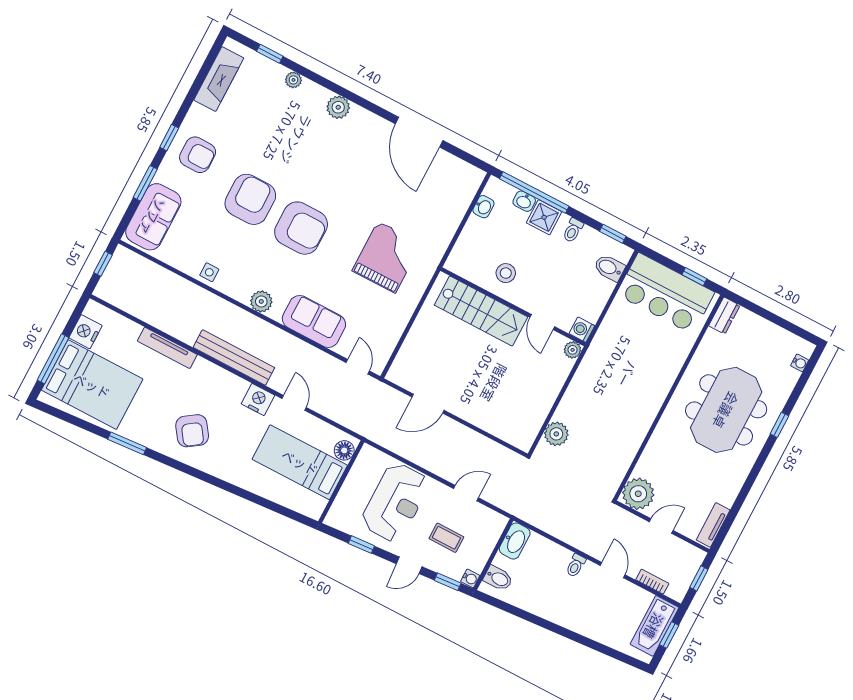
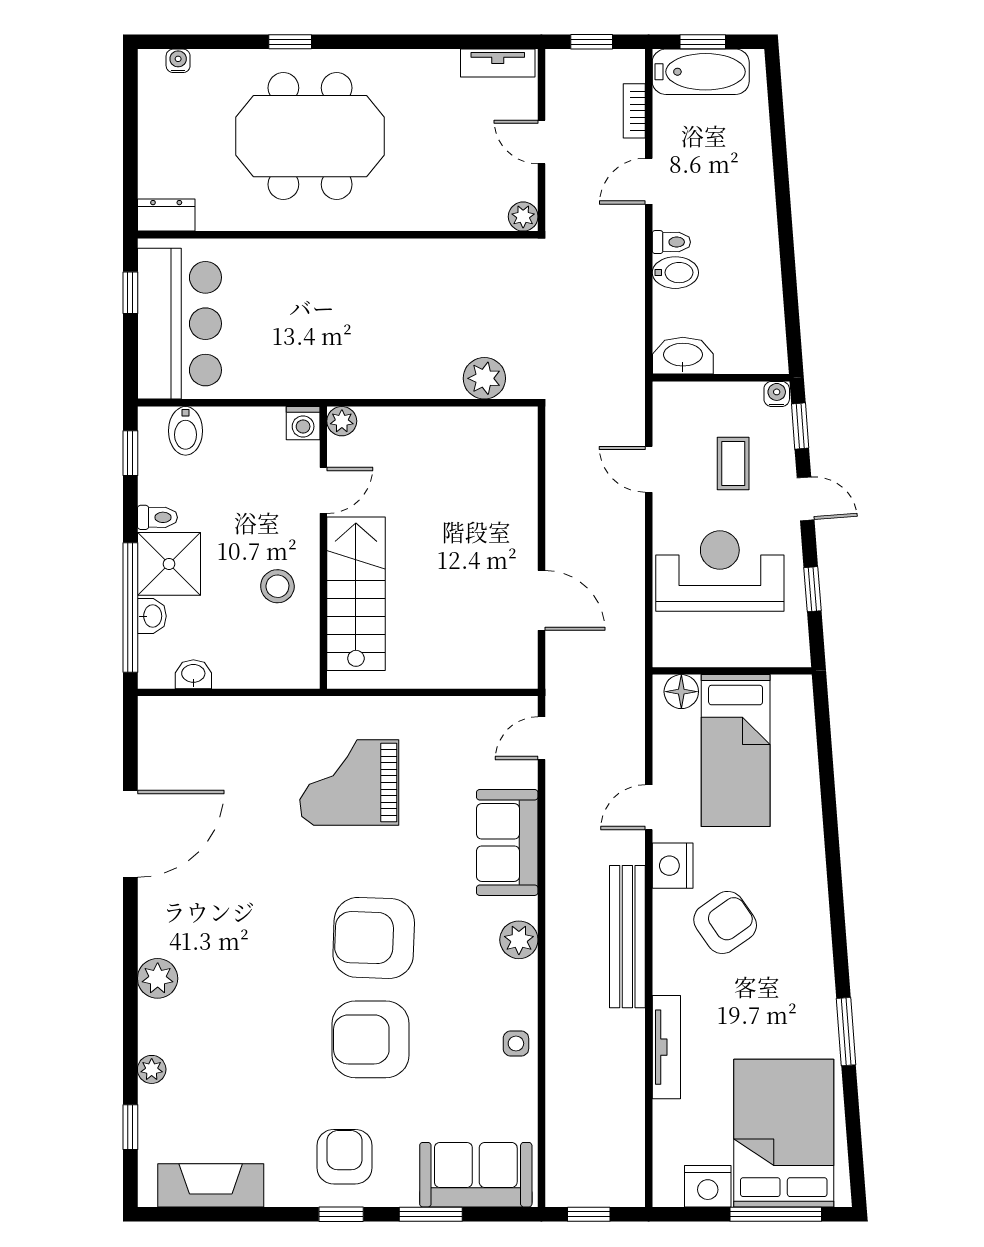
shower: (544, 217) -> (169, 564), width x1.36, depth x1.36
armchair: (301, 228) -> (374, 938), turned -88
armchair: (192, 431) -> (725, 922), moved
plant: (638, 494) -> (523, 217), width x0.53, depth x0.53
bidet: (498, 578) -> (675, 273), moved, turned 90

